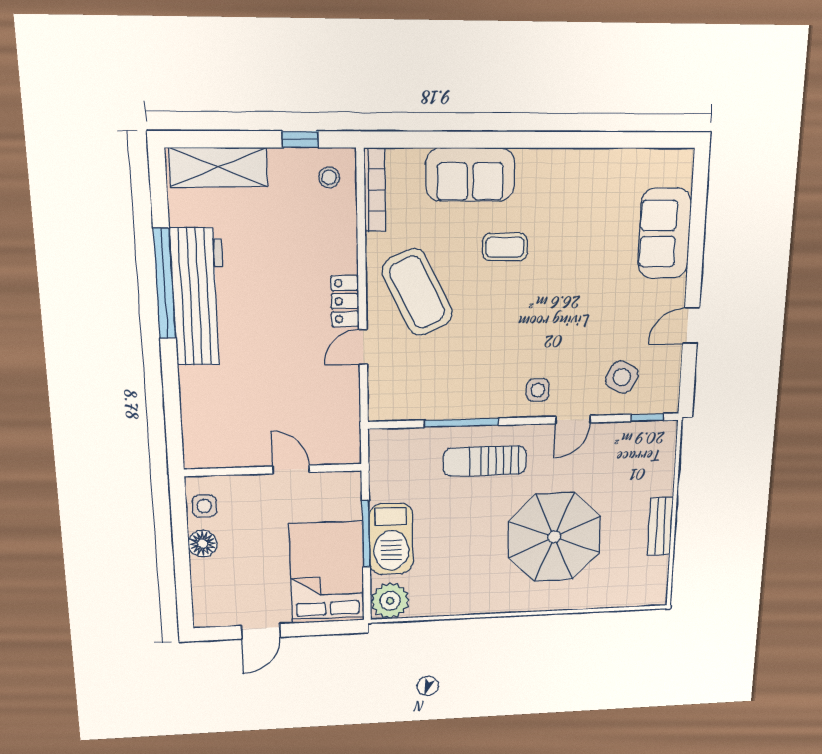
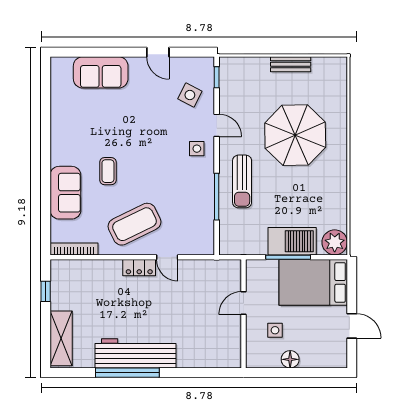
stool: (329, 177) -> (67, 275), removed
side table: (204, 506) -> (275, 330), moved

